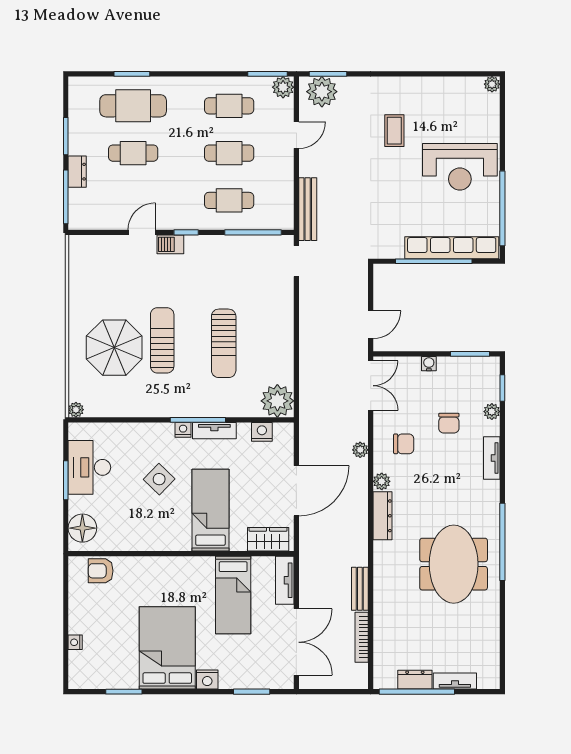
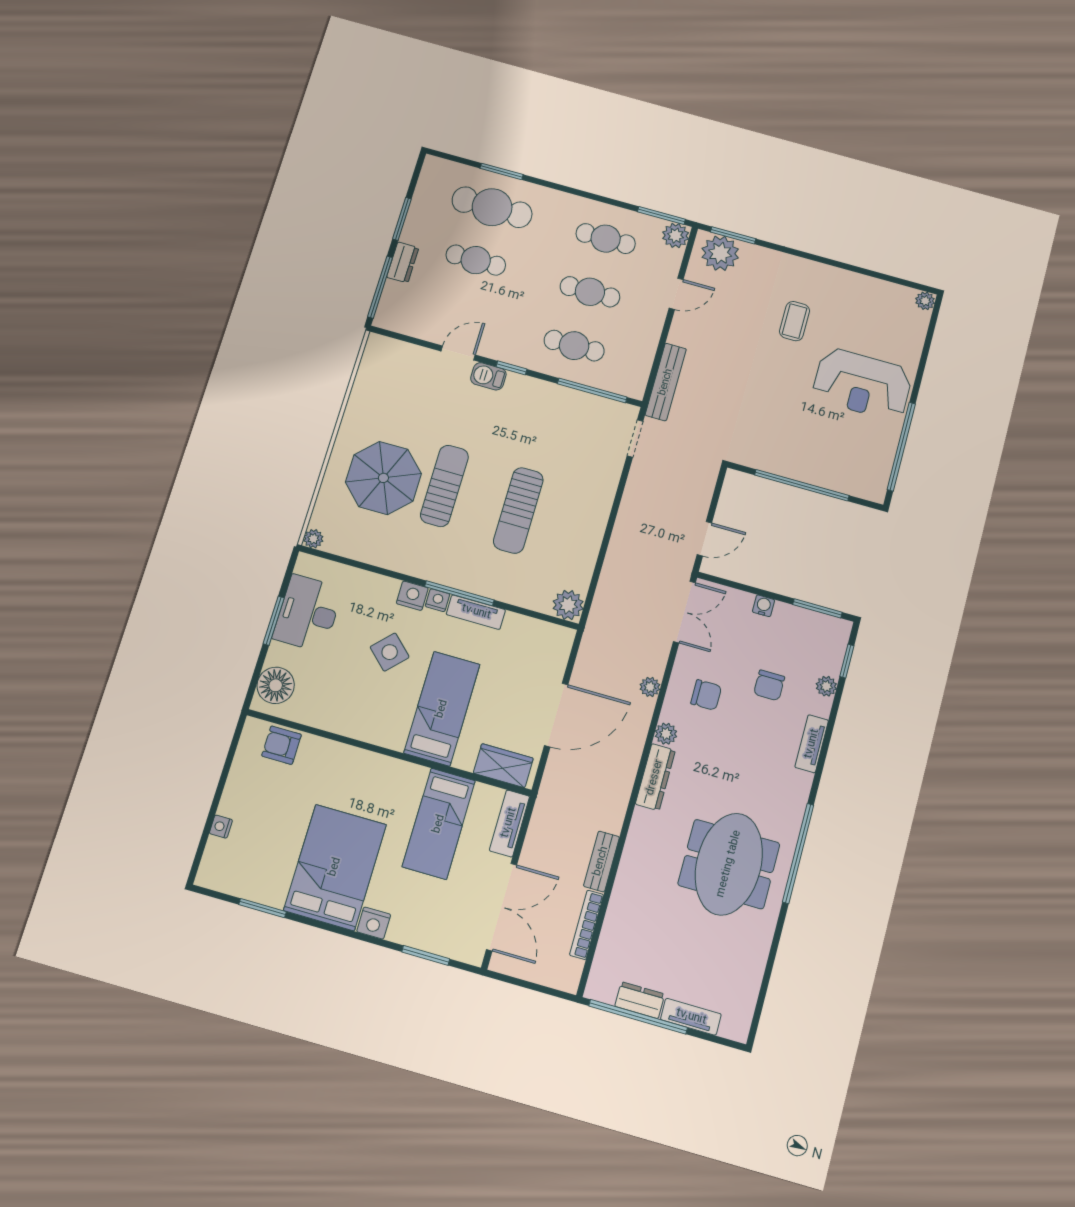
row of seats: (452, 248) -> (828, 475), removed
plant: (277, 401) -> (568, 605), width x0.73, depth x0.73
nightstand: (262, 432) -> (412, 596), moved

